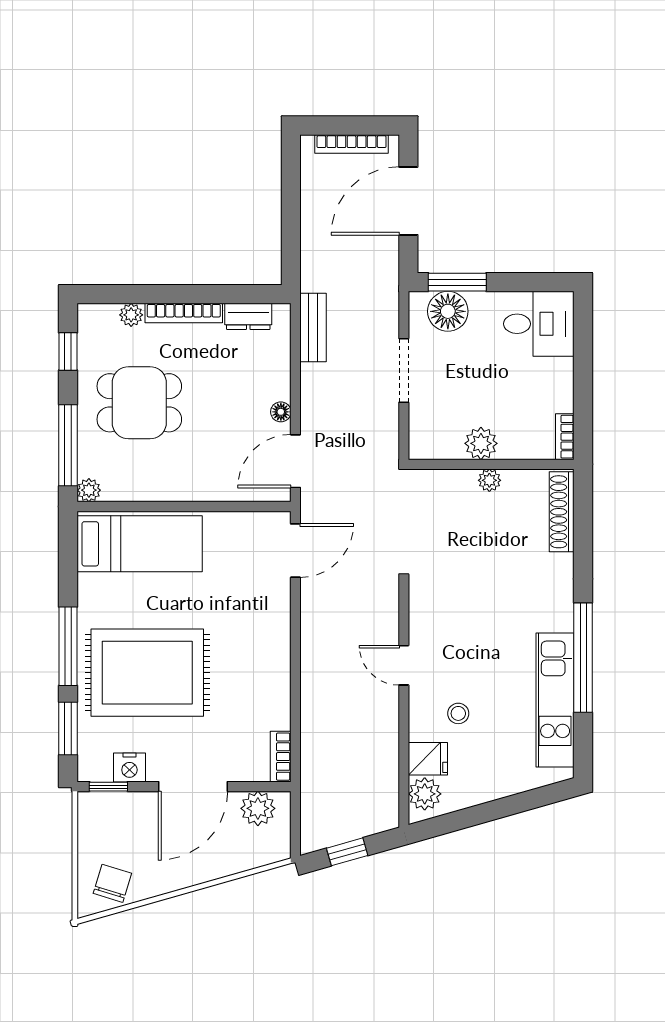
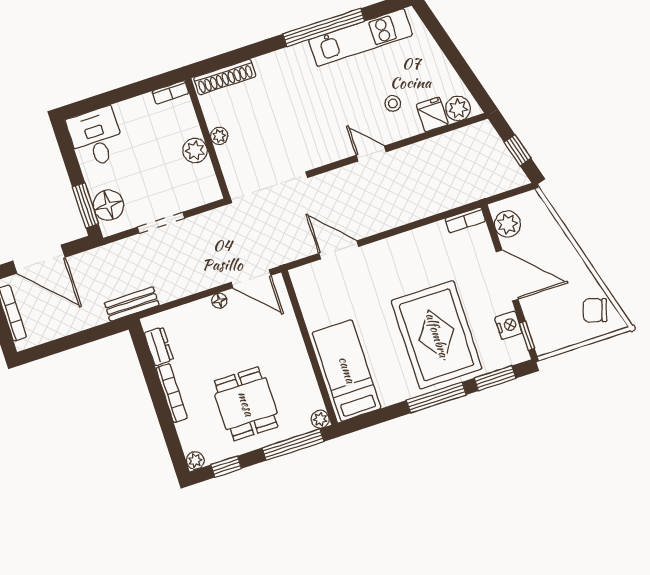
plant: (131, 315) -> (195, 460), moved
bench: (313, 327) -> (132, 304), moved
door: (295, 551) -> (339, 250), moved
door: (404, 665) -> (371, 154), swing flipped

